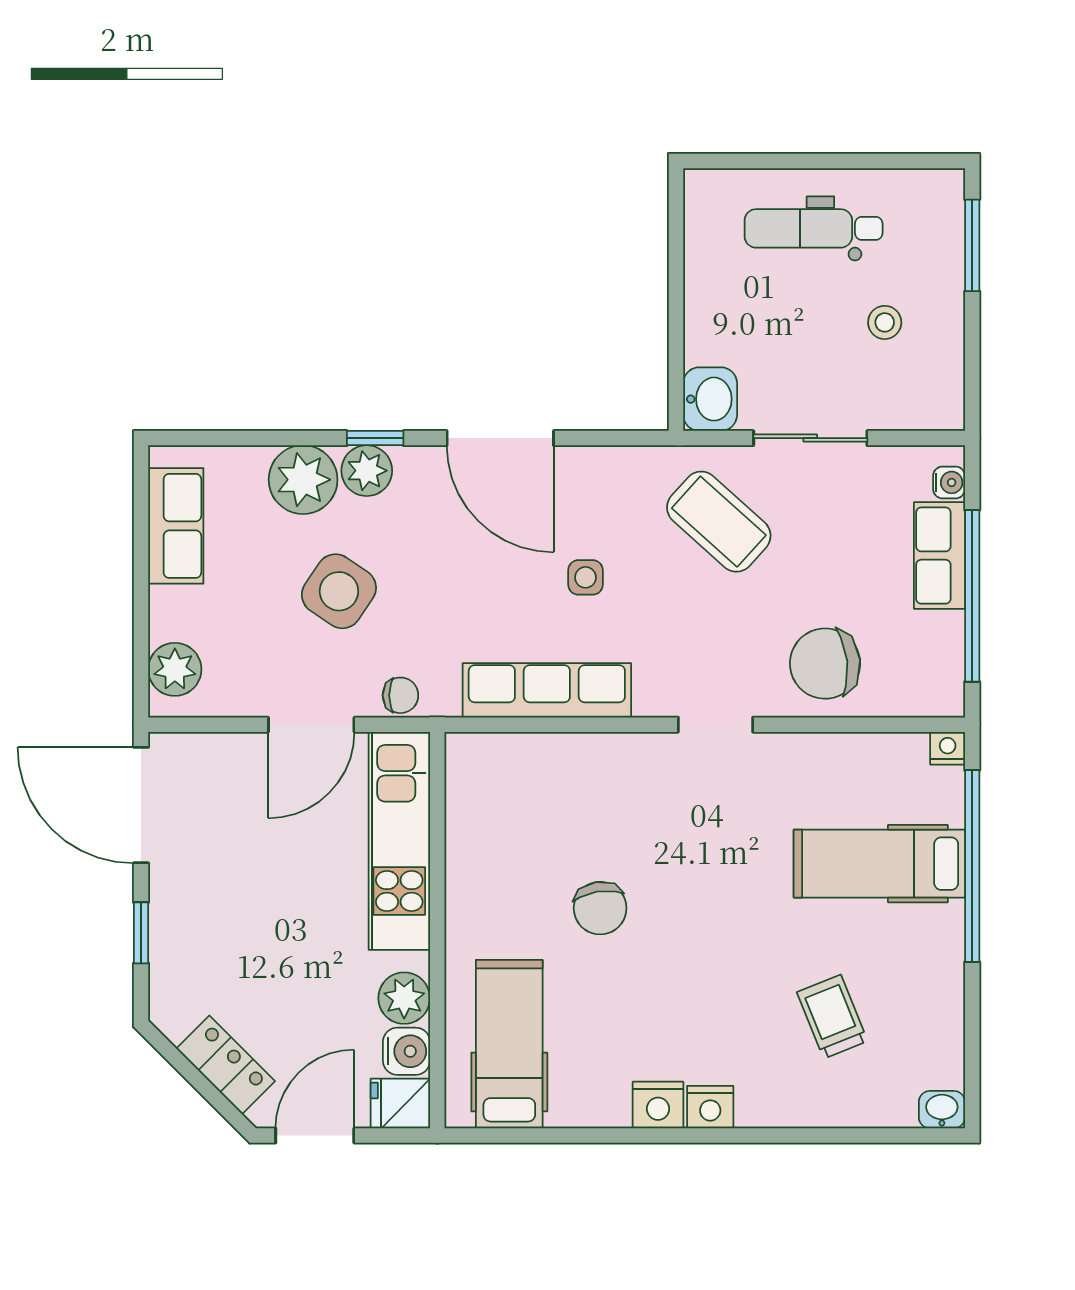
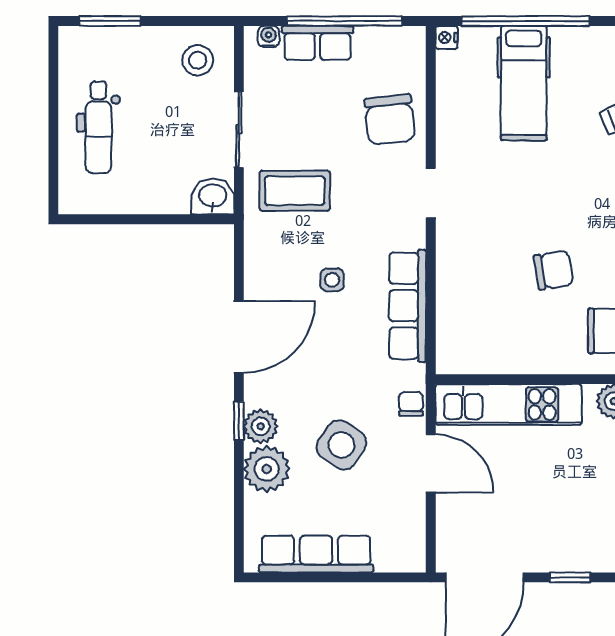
stool: (885, 322) -> (198, 60), moved, width x1.37, depth x1.37
coffee table: (719, 522) -> (295, 191), turned 48
row of seats: (176, 526) -> (316, 554), width x1.48
plant: (175, 669) -> (394, 555), removed

